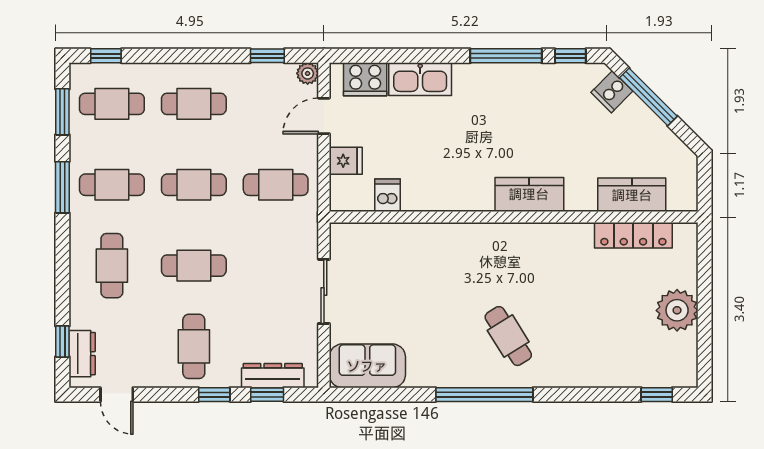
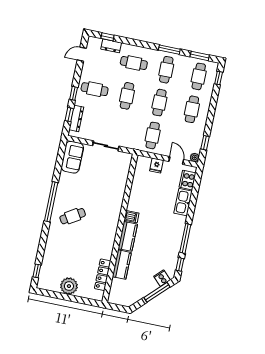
dishwasher: (388, 195) -> (131, 217), moved
kitchen counter: (632, 195) -> (122, 265), moved
dresser: (82, 354) -> (111, 46), moved

